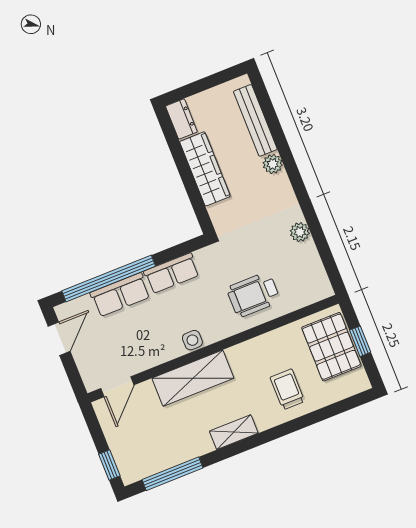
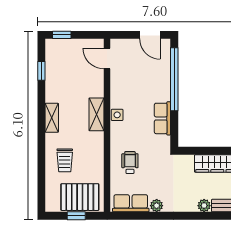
row of seats: (120, 295) -> (131, 203), moved, turned 90
wheelchair: (253, 295) -> (130, 163), width x0.73, depth x0.73
shelving: (193, 378) -> (97, 114), width x0.67, depth x0.75
trolley: (287, 389) -> (65, 160), turned 90
window: (173, 474) -> (41, 71), width x0.46

